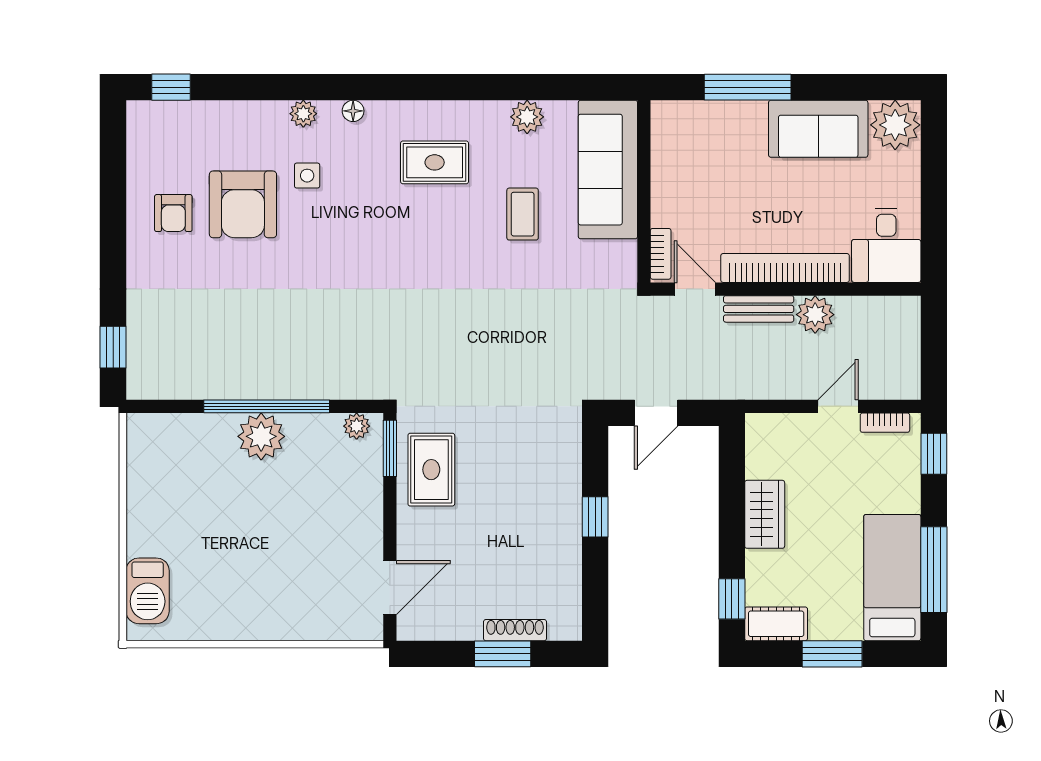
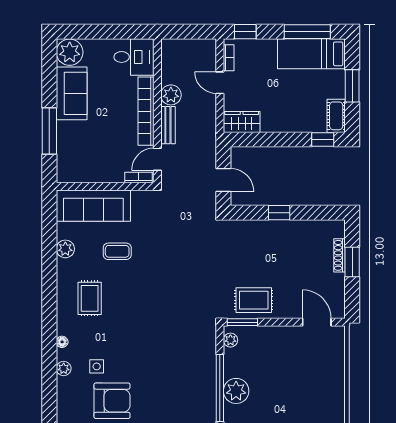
wardrobe: (765, 514) -> (242, 122), moved

